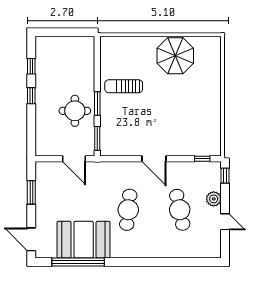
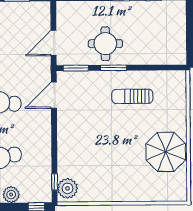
sun lounger: (124, 86) -> (132, 96), turned -90
plant: (208, 147) -> (68, 188), added
door: (154, 159) -> (54, 95), moved

